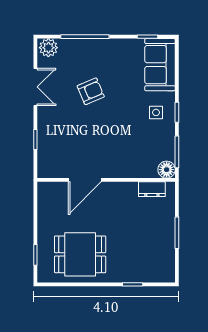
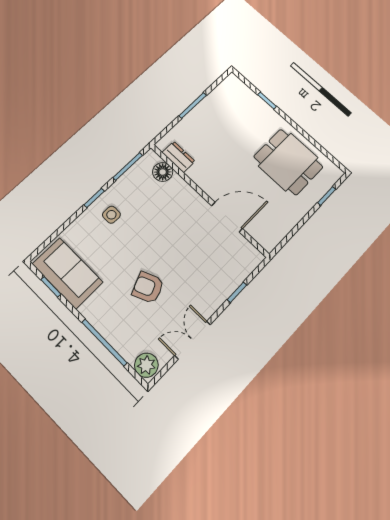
sofa: (160, 65) -> (68, 273), moved, turned -90
floor lamp: (167, 170) -> (163, 172), moved

